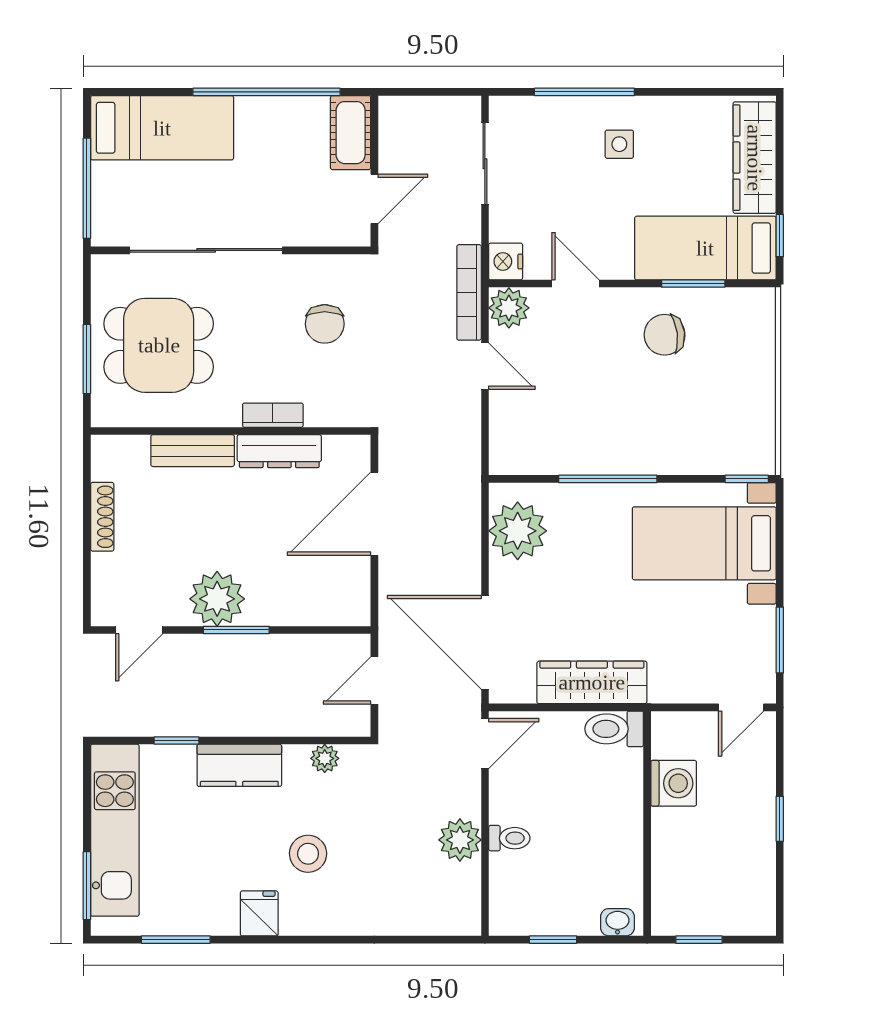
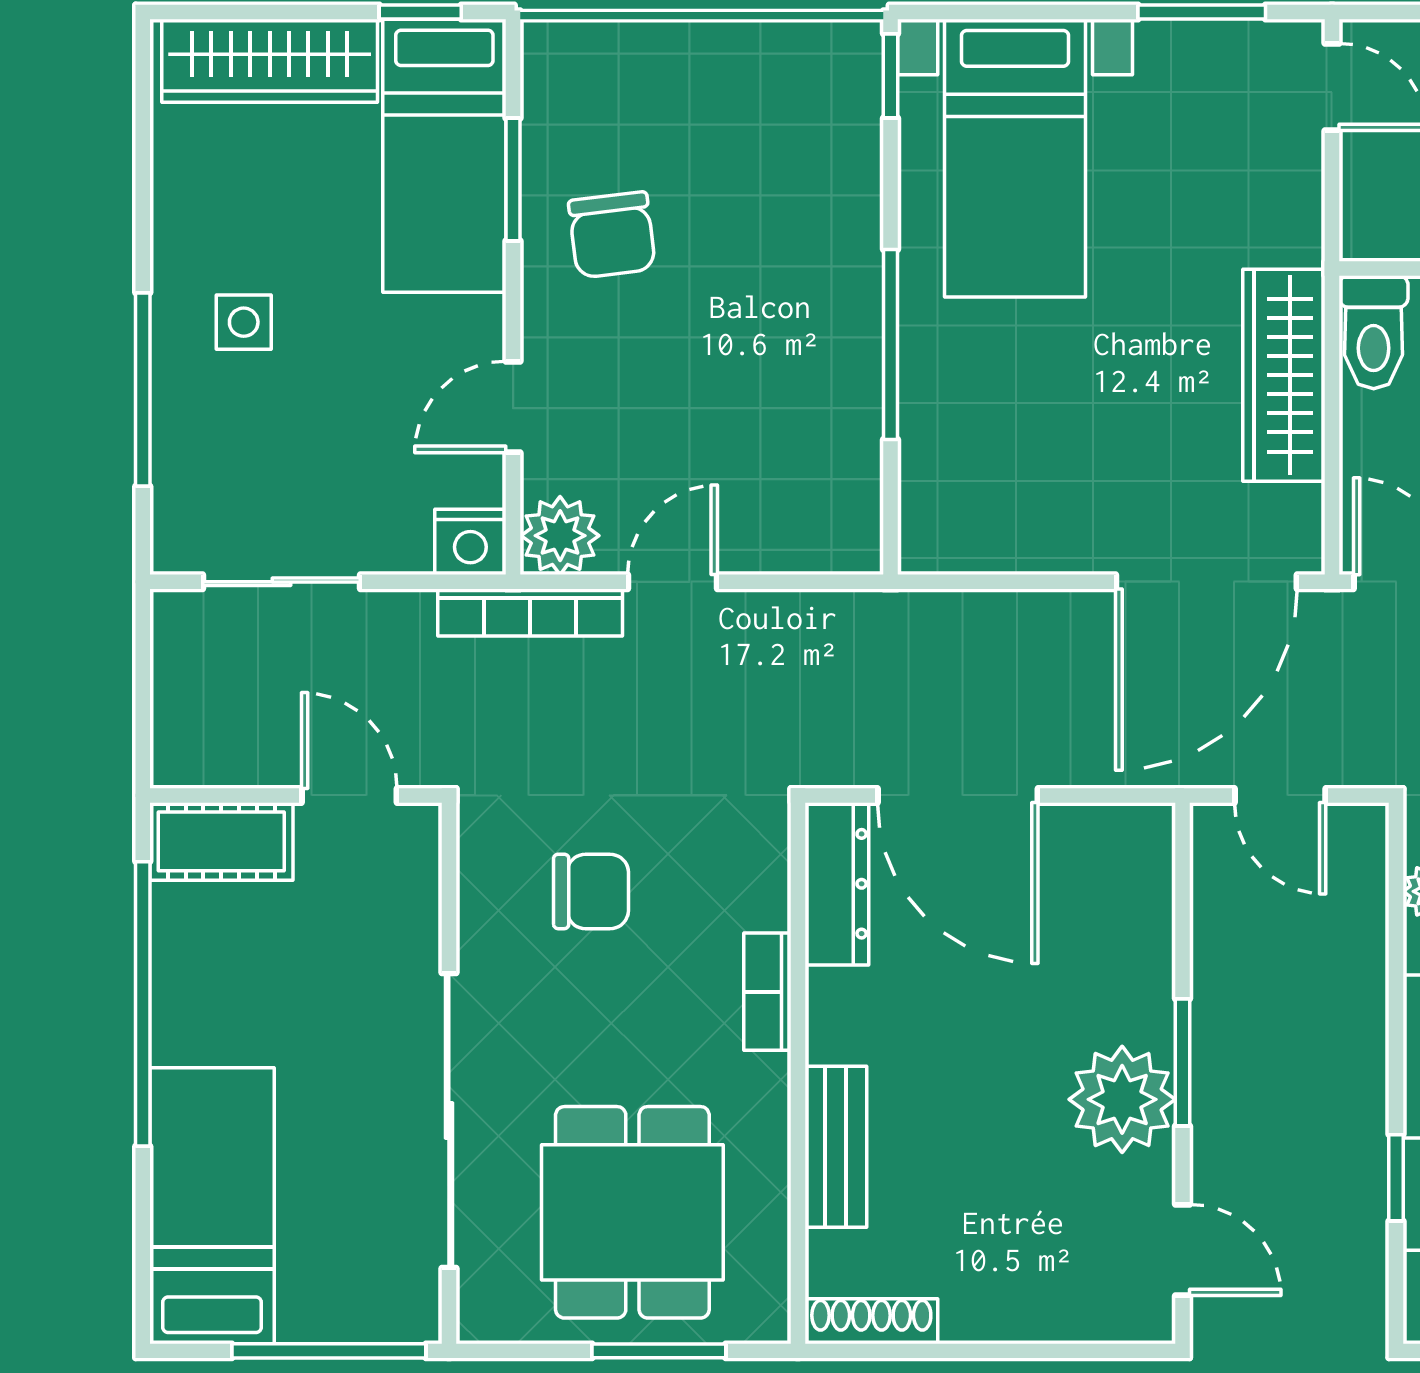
dresser: (279, 451) -> (837, 884), moved
shoe rack: (102, 517) -> (871, 1321), moved
plant: (518, 531) -> (991, 519), removed

